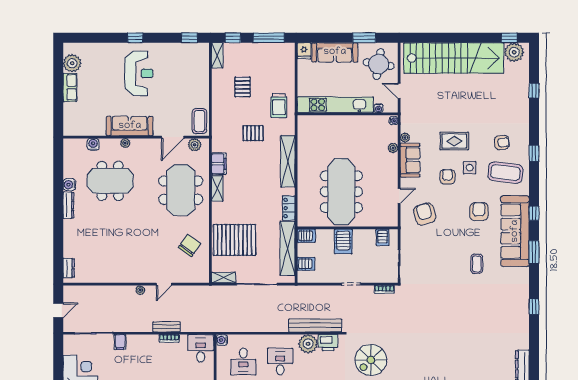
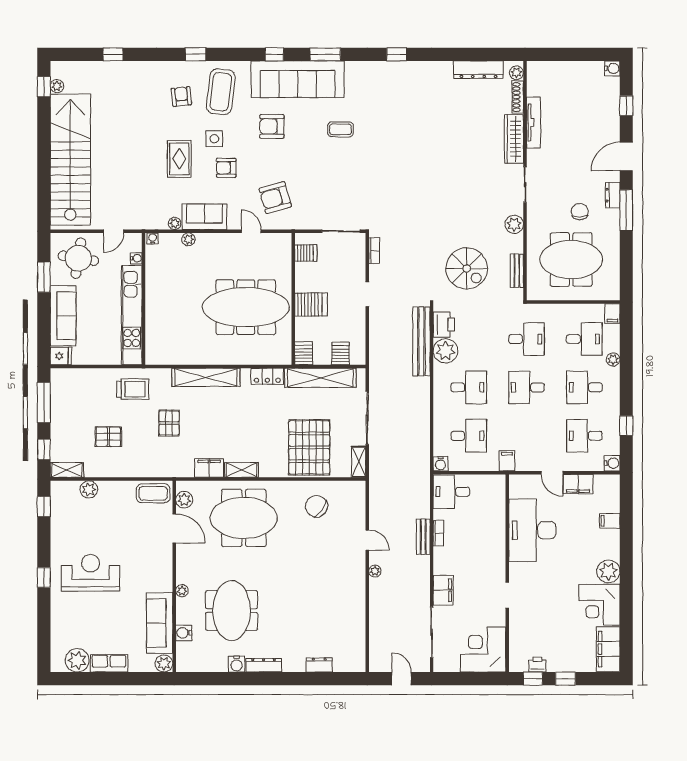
plant: (514, 52) -> (57, 86), width x0.53, depth x0.53
plant: (202, 72) -> (89, 489), added
sofa: (130, 126) -> (160, 623), moved
plant: (70, 129) -> (164, 663), added
dresser: (69, 268) -> (319, 665), moved
filing cabinet: (120, 342) -> (443, 590), width x2.00
desk: (280, 361) -> (469, 387), turned 180

